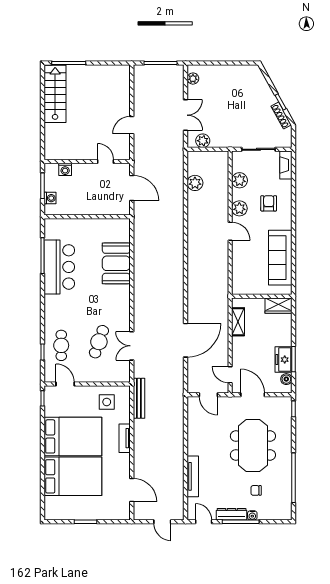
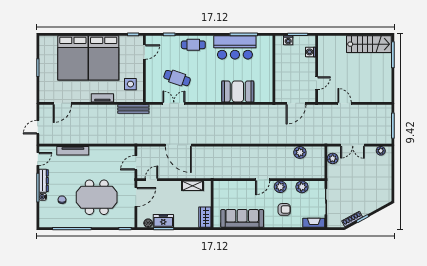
cafe table: (61, 345) -> (193, 45), moved

